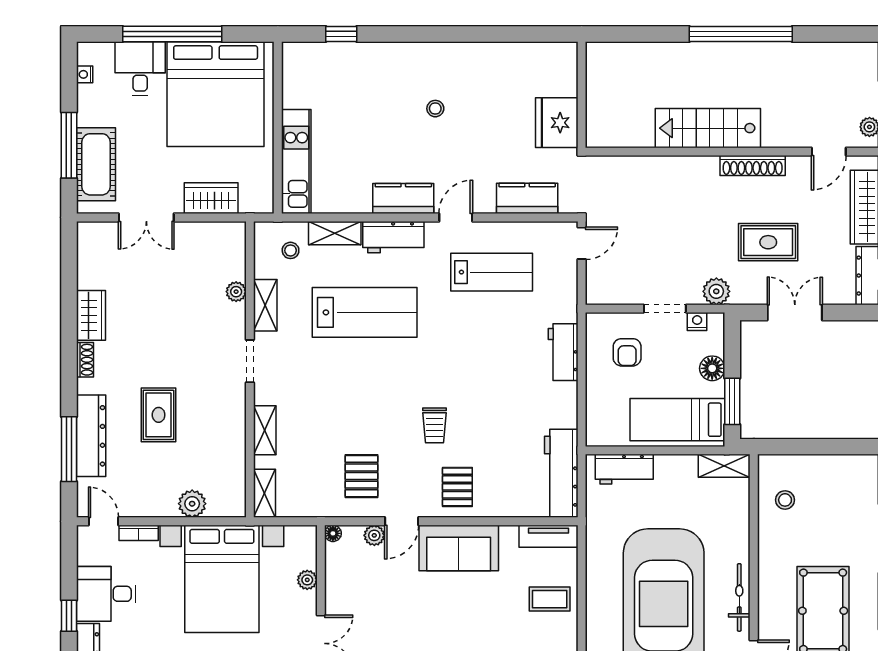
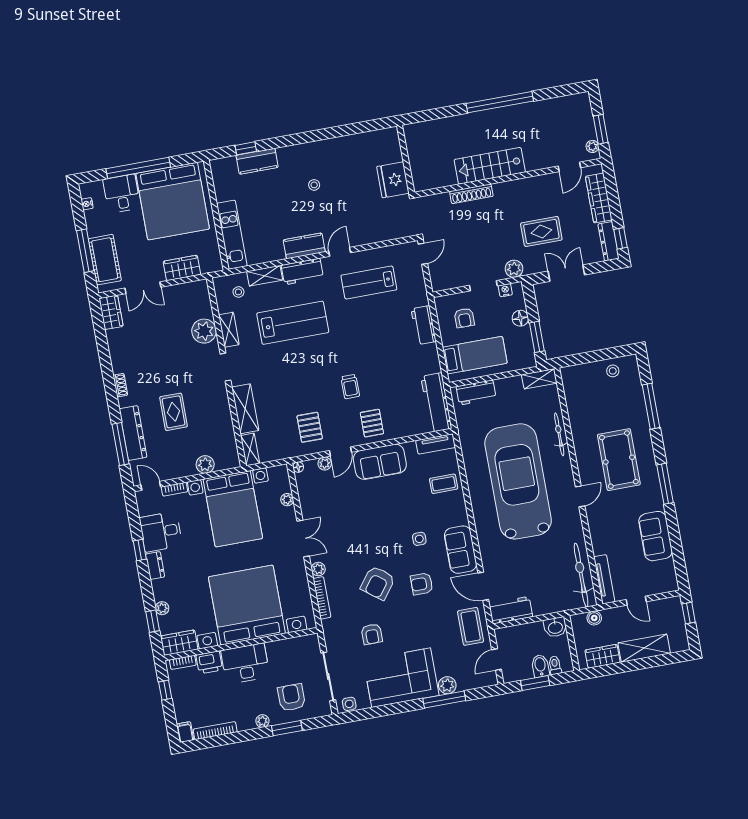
shoe rack: (753, 166) -> (471, 194), moved
kitchen counter: (527, 198) -> (257, 161), moved, turned 180
lab bench: (492, 272) -> (369, 282), turned 180
plant: (236, 292) -> (204, 331), width x1.88, depth x1.88
wardrobe: (91, 315) -> (111, 312), moved
bed: (677, 420) -> (475, 355), moved, turned 180
shelving: (265, 430) -> (245, 409), width x1.50, depth x1.33
stool: (785, 500) -> (613, 371), moved
bicycle: (739, 597) -> (559, 434), moved

